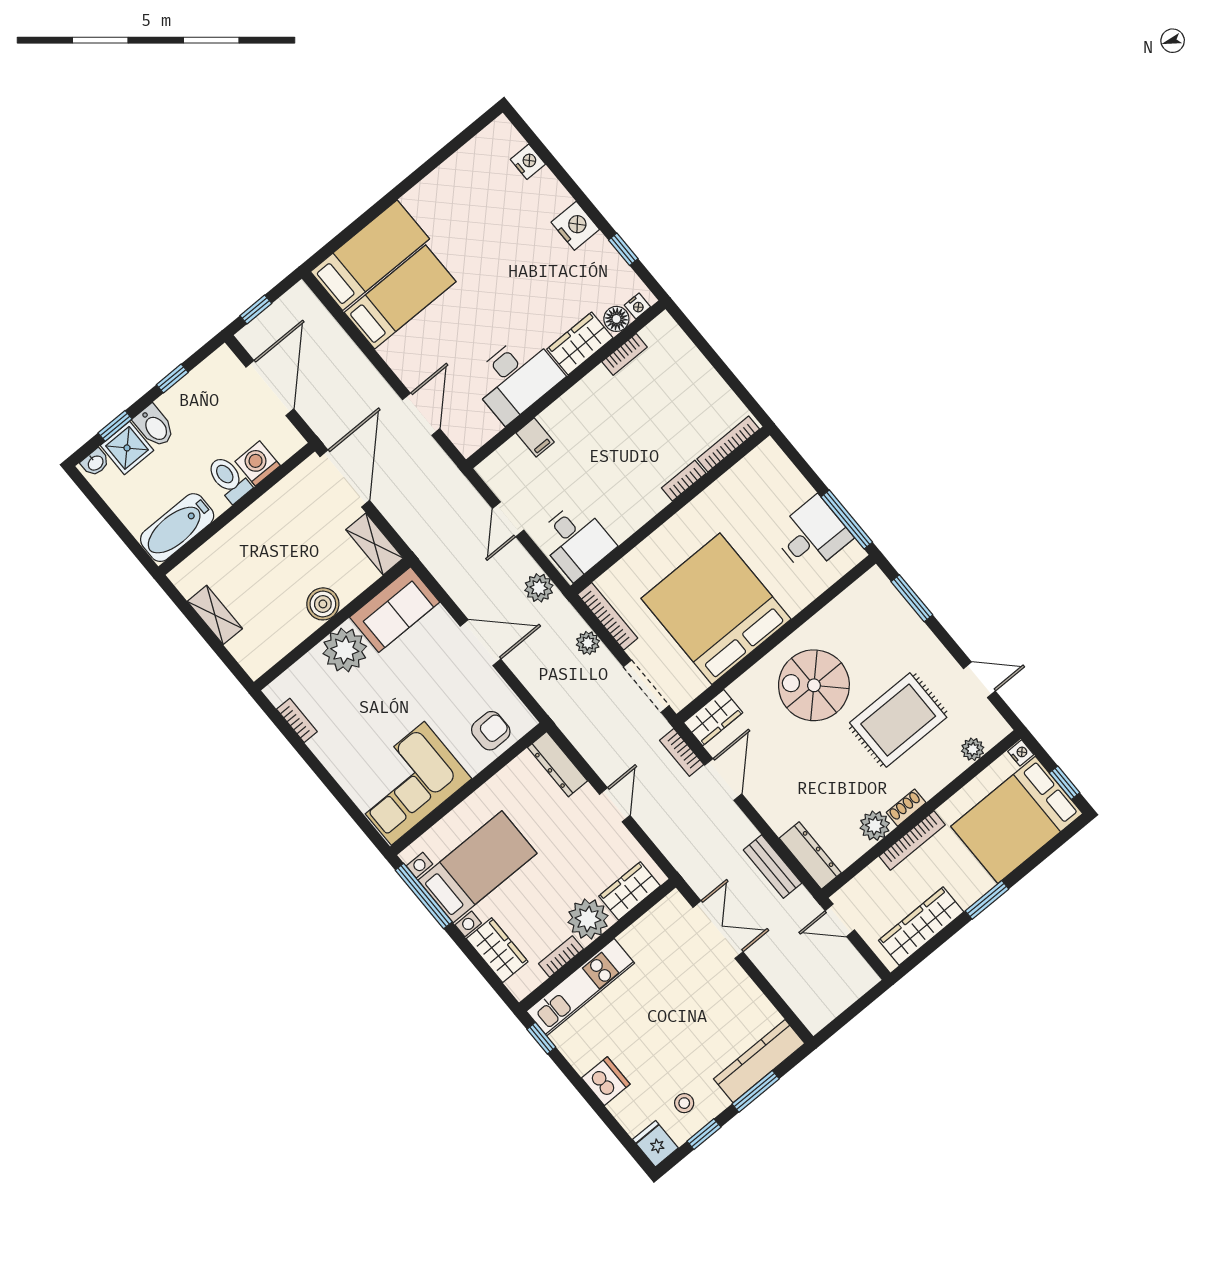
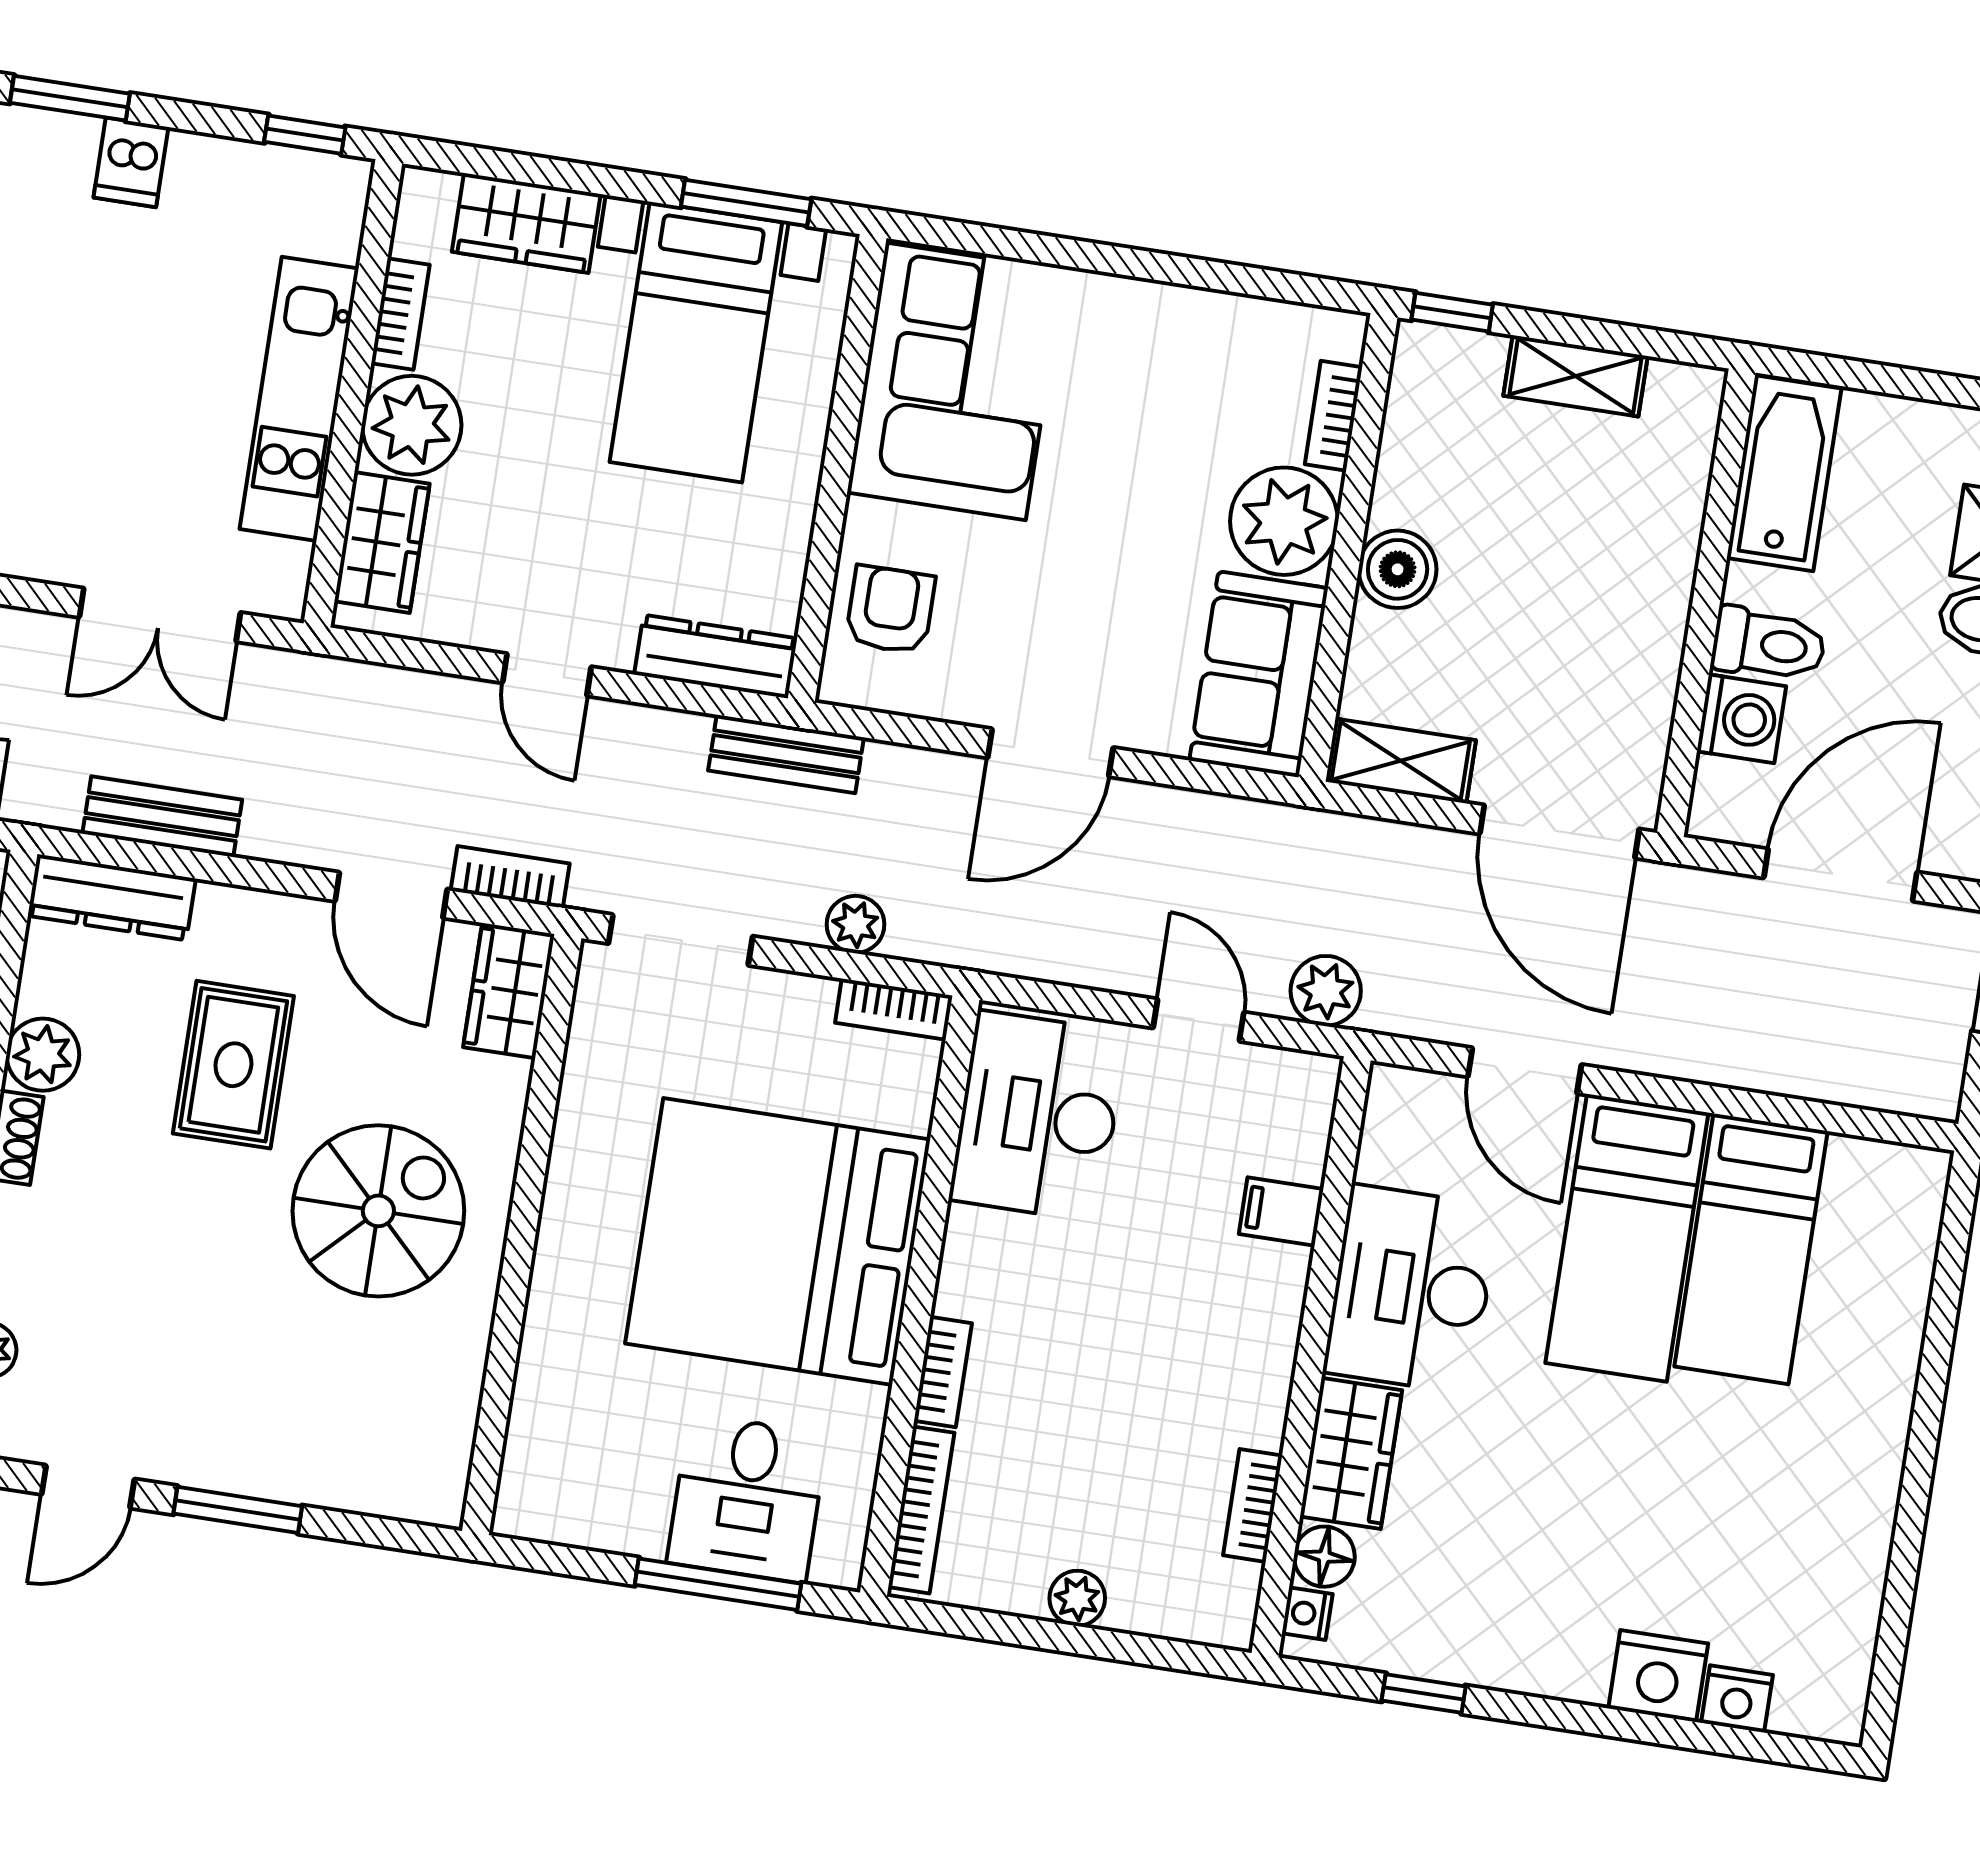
nightstand: (575, 226) -> (1658, 1676), moved
bed: (370, 255) -> (1627, 1238), moved
plant: (704, 374) -> (1077, 1598), added
door: (270, 388) -> (1840, 875), swing flipped
window: (847, 520) -> (718, 1584), moved
desk: (812, 535) -> (747, 1498), moved
desk: (576, 541) -> (1038, 1116), width x1.37
plant: (539, 588) -> (1326, 991), moved
window: (912, 598) -> (238, 1510), moved
bed: (716, 609) -> (778, 1241), moved, turned 180
bookcase: (608, 616) -> (894, 1009), width x0.64
window: (235, 668) -> (1452, 312), added
bench: (563, 715) -> (786, 754), added
bookcase: (297, 720) -> (1334, 416), moved, turned 90
rug: (898, 720) -> (233, 1065), moved, width x0.73, depth x0.70
armchair: (491, 731) -> (890, 610), turned 180
window: (424, 896) -> (746, 203), width x0.69
kitchen unit: (580, 987) -> (299, 399), moved
dishwasher: (606, 1081) -> (131, 162), width x0.73
window: (604, 1114) -> (70, 98), added

